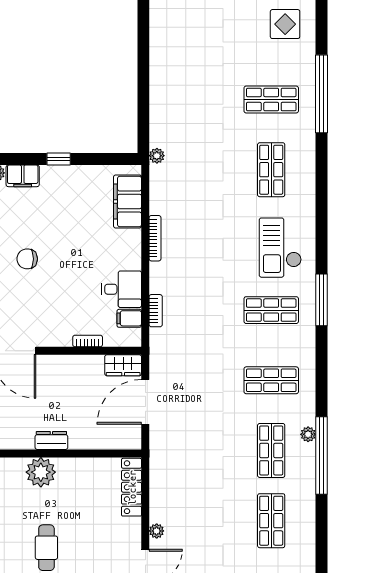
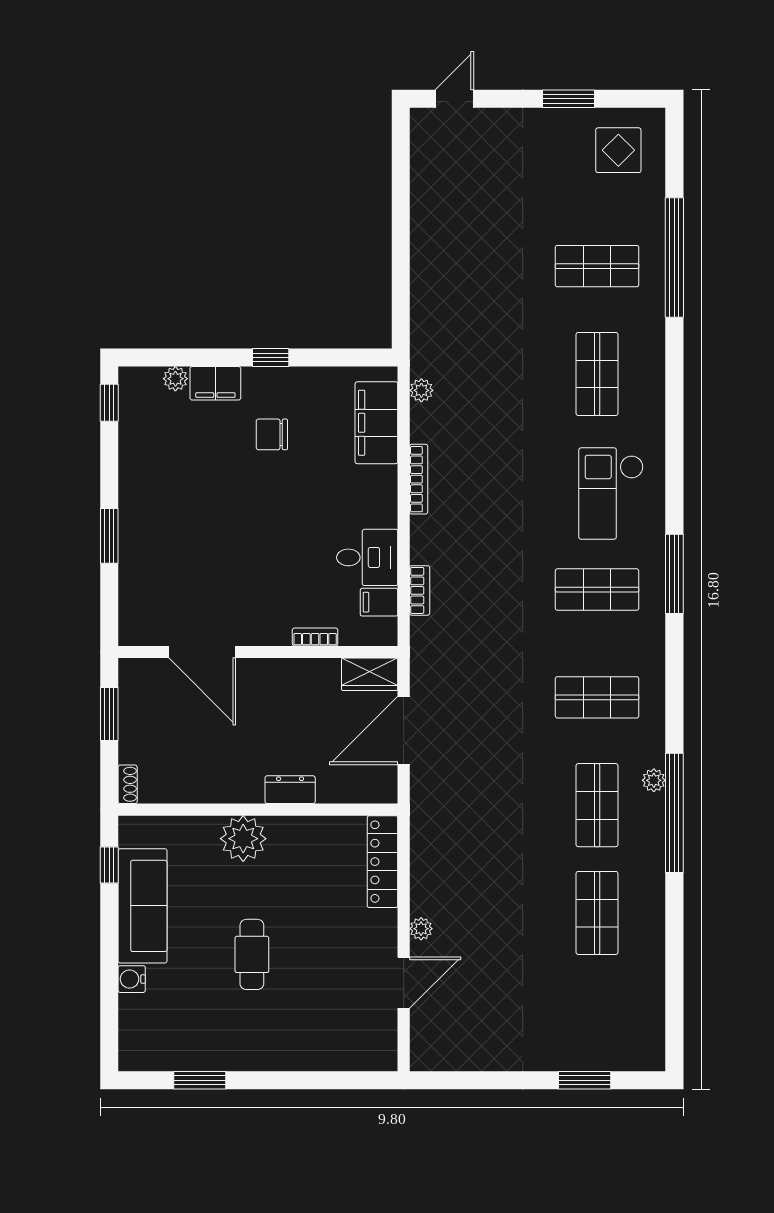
plant: (157, 156) -> (421, 390), moved
chair: (27, 259) -> (272, 434), moved
dresser: (51, 440) -> (290, 790), moved

